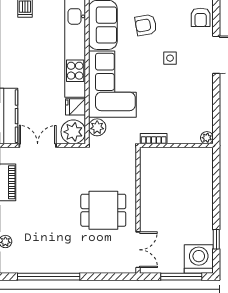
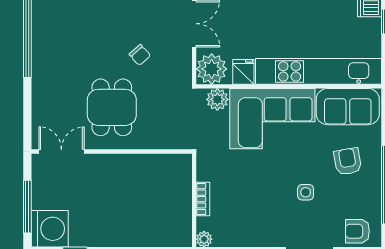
bookcase: (154, 139) -> (203, 199), moved
chair: (62, 188) -> (140, 55), added
double door: (138, 250) -> (61, 152), swing flipped

